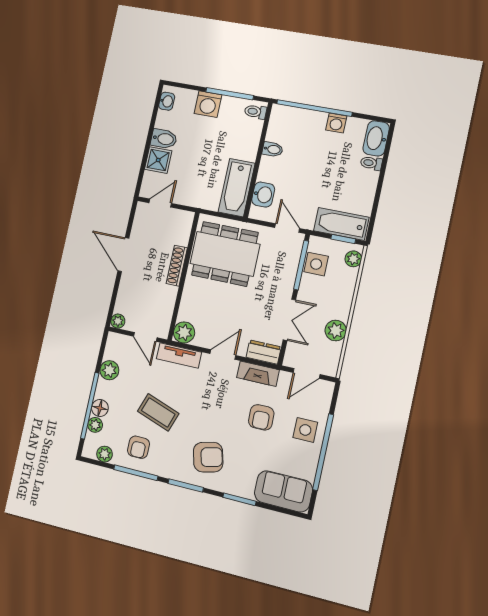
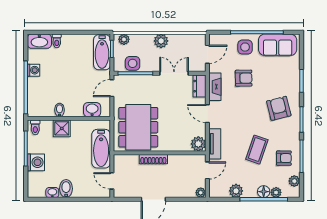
washbasin: (167, 101) -> (52, 193), moved
shower: (158, 160) -> (62, 128), moved
bathtub: (237, 188) -> (101, 149), moved, turned 90
plant: (336, 331) -> (161, 41), moved
door: (306, 373) -> (207, 54), hinge flipped
sofa: (283, 491) -> (278, 45), moved, turned -90

